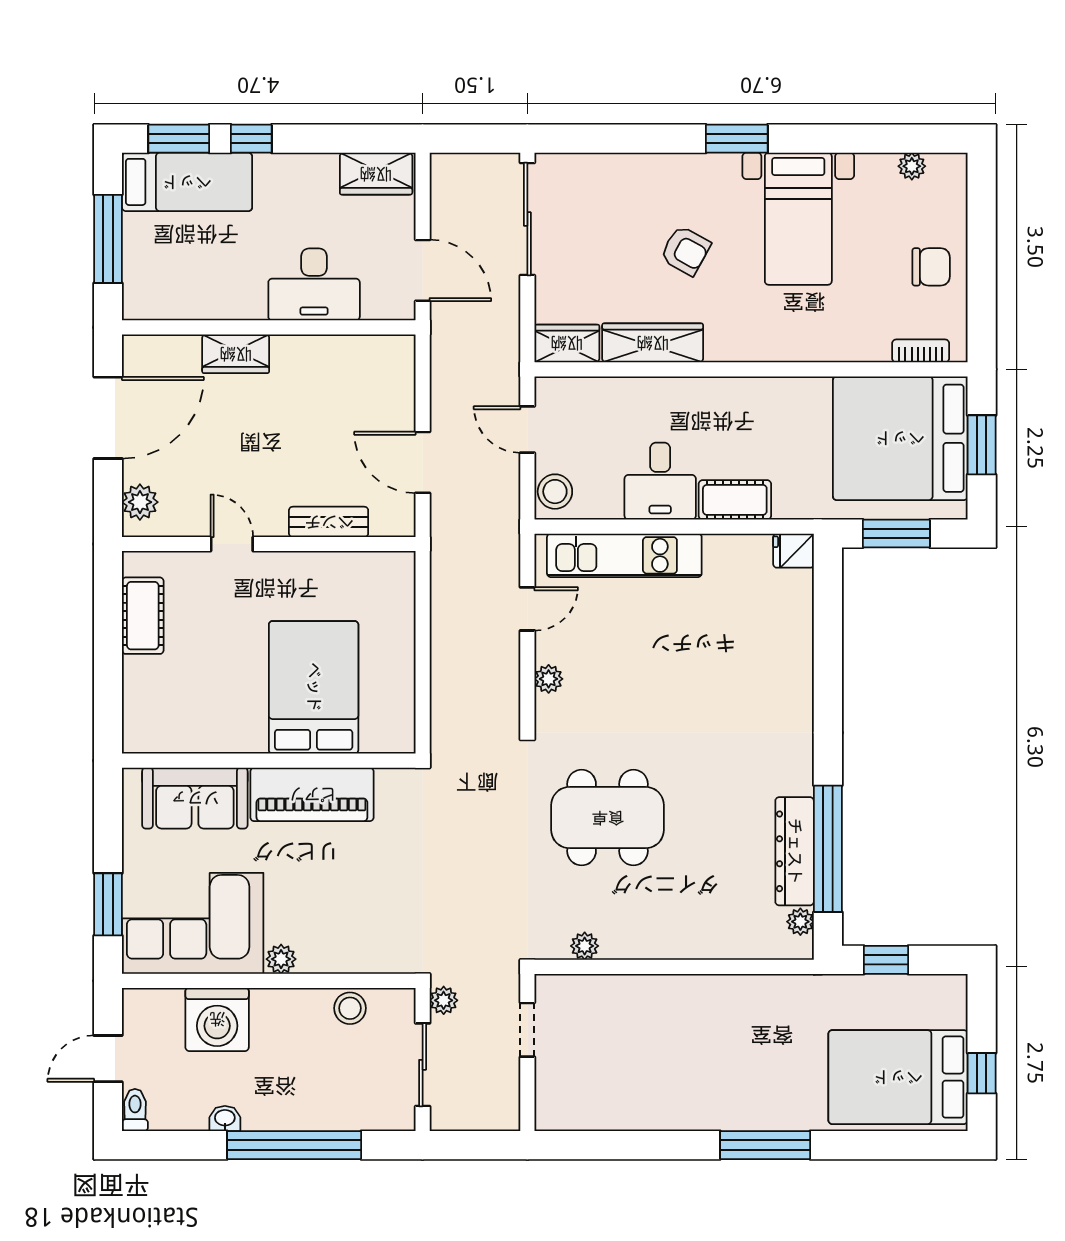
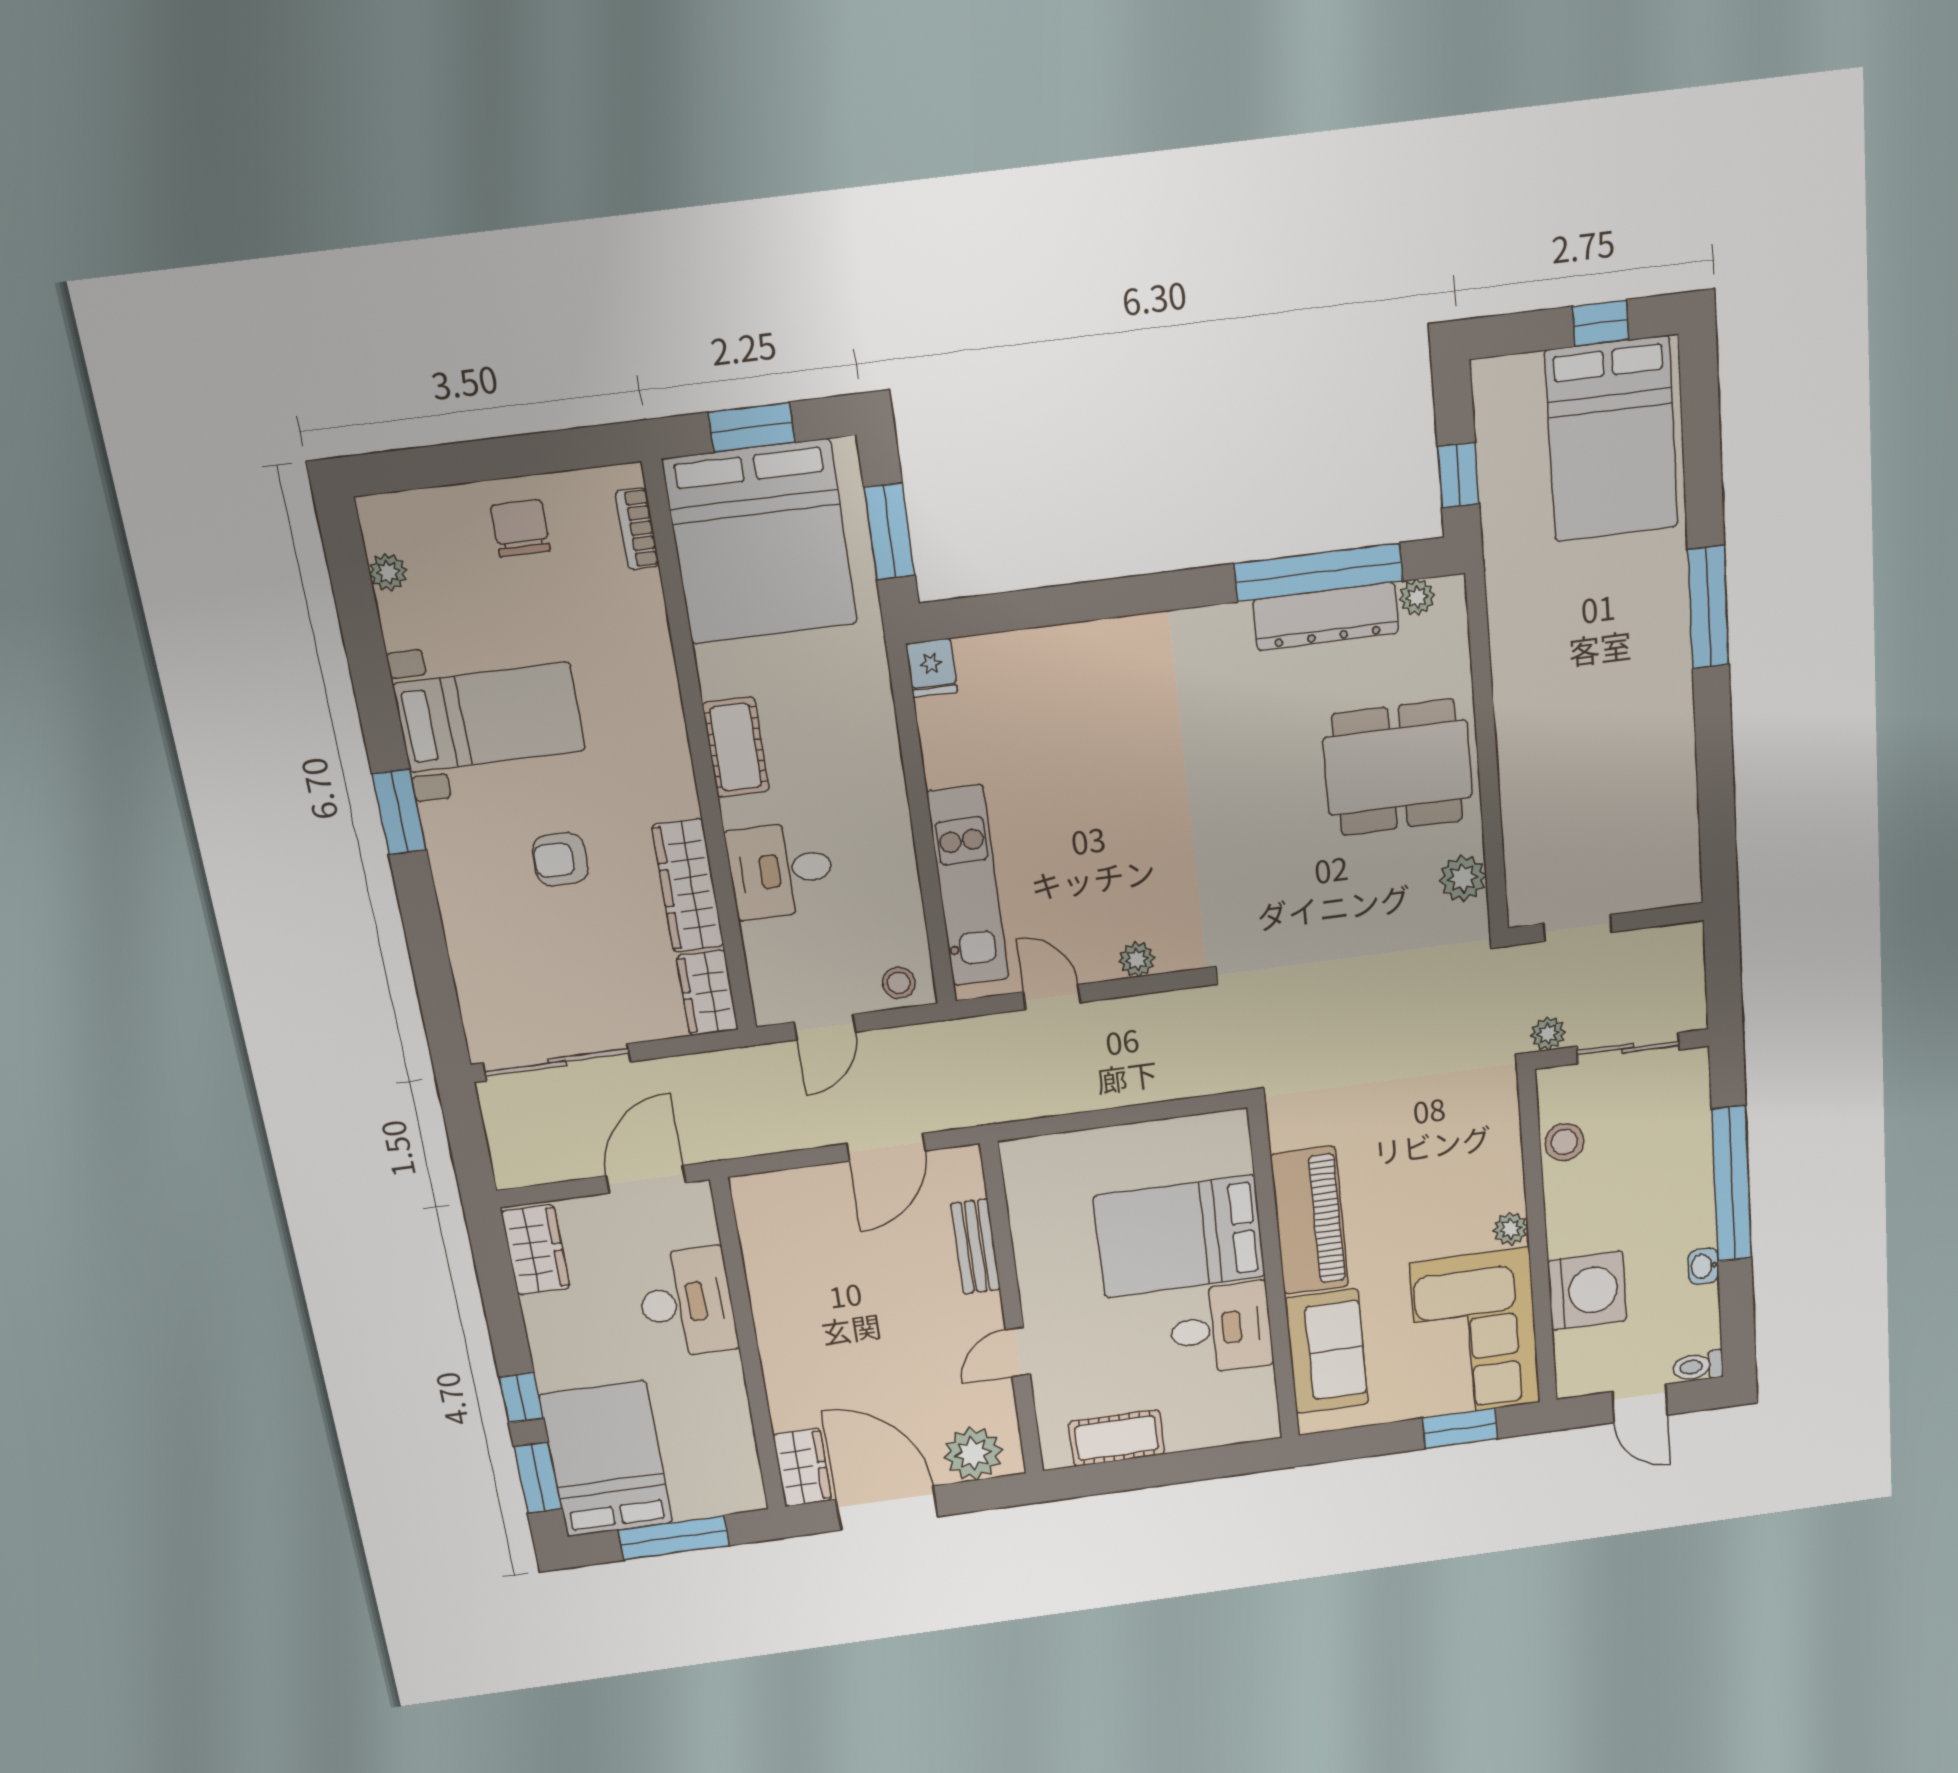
bed: (187, 182) -> (606, 1459), width x1.50
armchair: (685, 251) -> (560, 859), turned -119
wardrobe: (236, 354) -> (802, 1467), moved
desk: (660, 481) -> (781, 870), moved, turned 180
stool: (555, 492) -> (899, 983), width x0.73, depth x0.73
cot: (735, 500) -> (736, 747), moved
plant: (140, 502) -> (973, 1454), width x1.36, depth x1.36
desk: (228, 713) -> (1221, 1329), added
dining table: (608, 818) -> (1398, 767), moved, turned 90
plant: (585, 946) -> (1463, 878), width x1.38, depth x1.38

